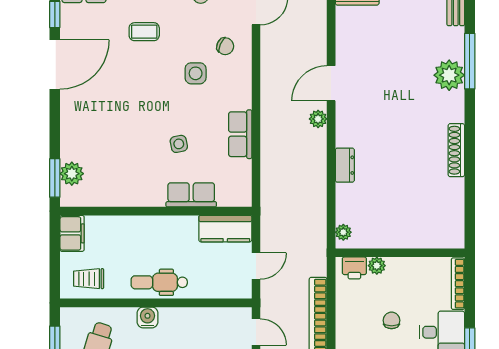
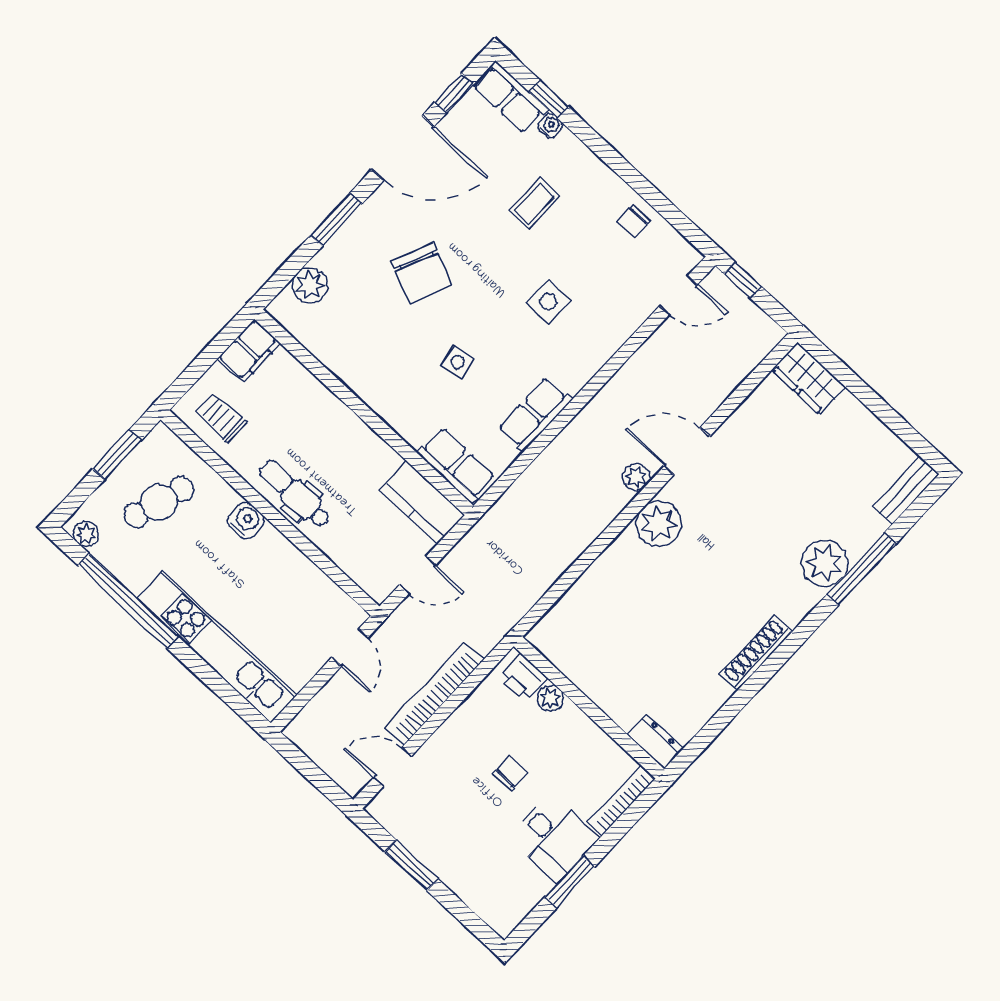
coffee table: (144, 32) -> (535, 204), turned 90
chair: (225, 46) -> (422, 273), moved, width x1.87, depth x1.87
dresser: (345, 165) -> (655, 741), moved, turned -90
window: (55, 178) -> (336, 220), moved
row of seats: (191, 195) -> (456, 465), moved
plant: (343, 232) -> (659, 524), moved, width x1.87, depth x1.87

